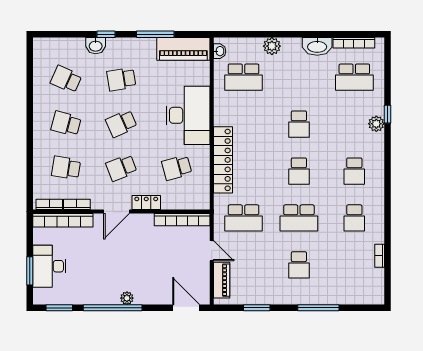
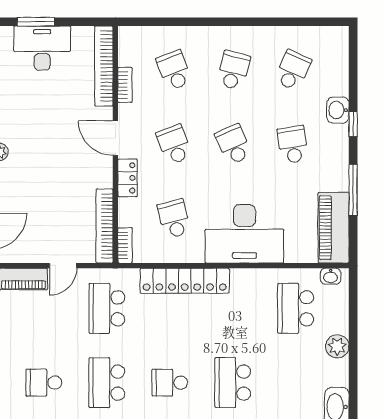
school desk: (299, 124) -> (233, 383), width x1.85
school desk: (66, 168) -> (174, 70), turned -30
bookcase: (49, 204) -> (125, 245), moved

